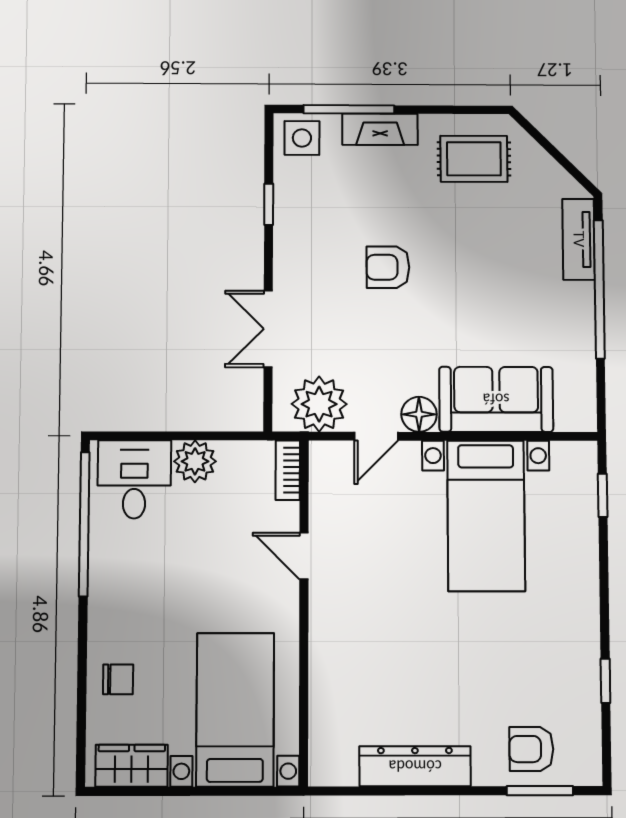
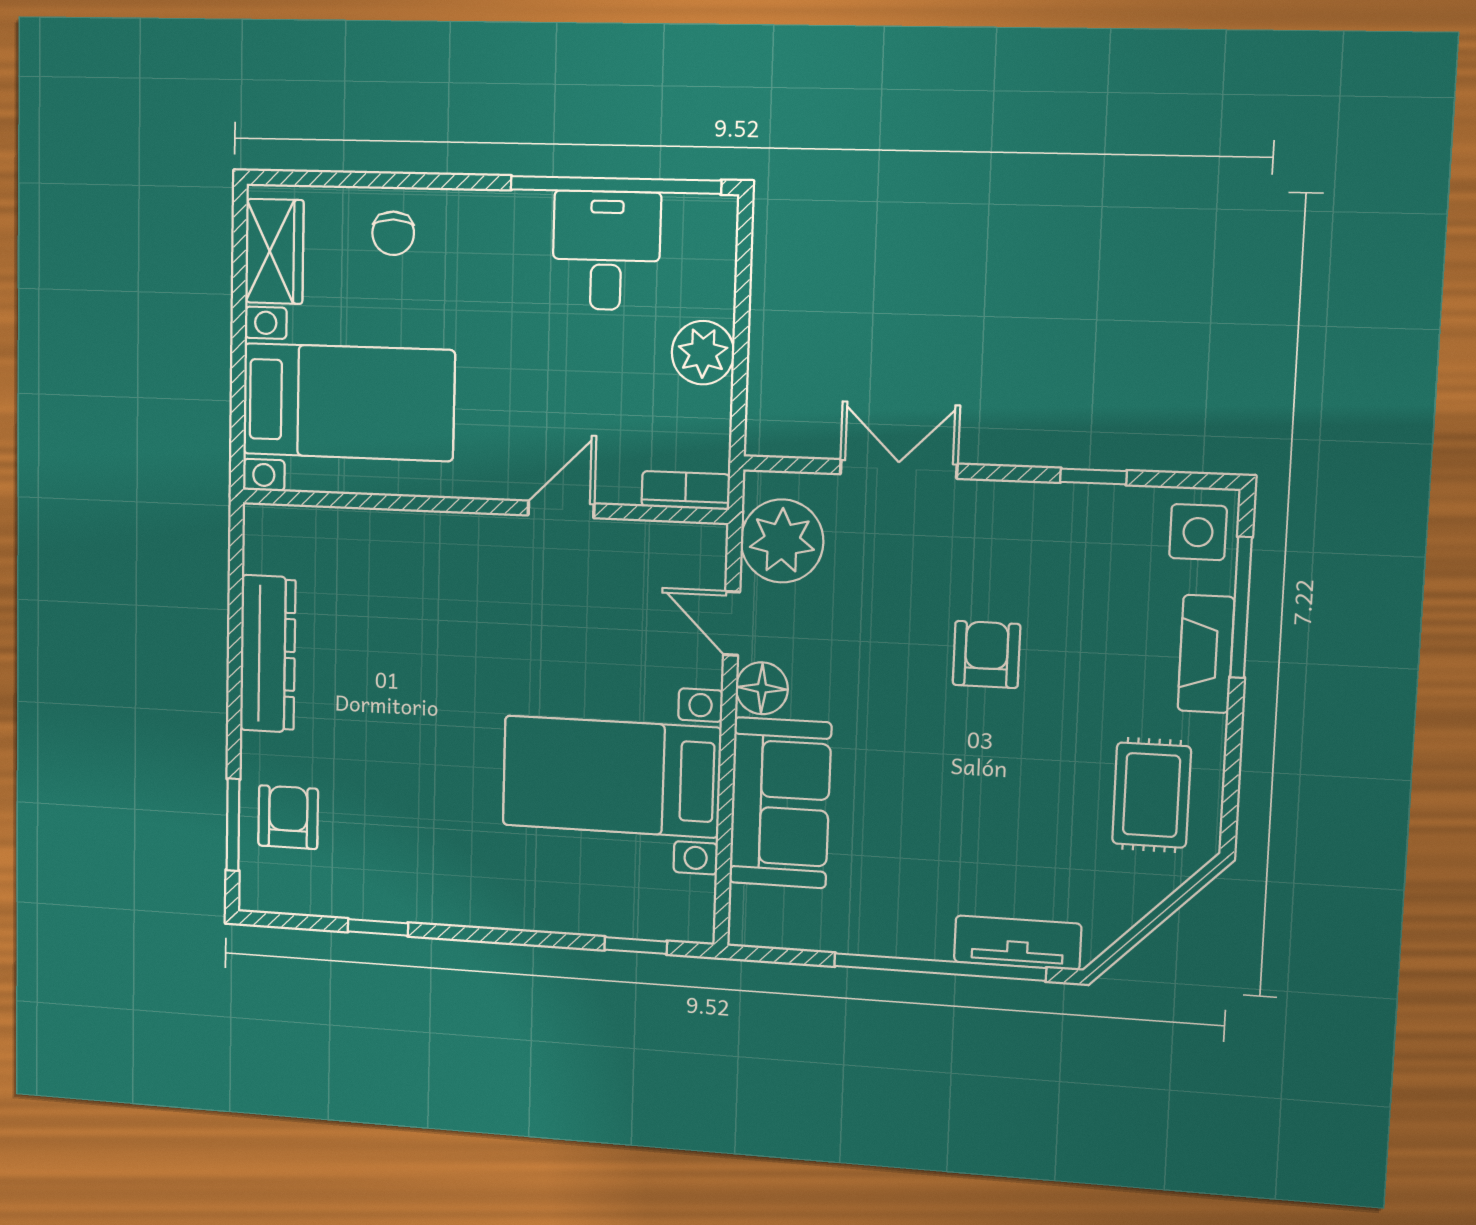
desk: (134, 479) -> (606, 251), moved, turned -90

